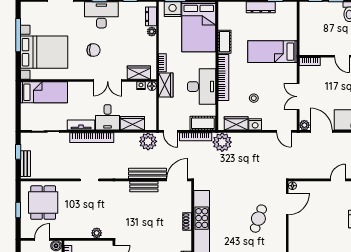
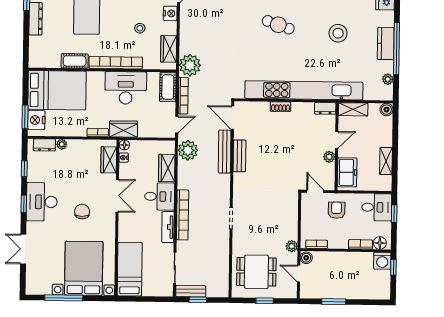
nightstand: (255, 124) -> (170, 13), moved
bench: (25, 164) -> (191, 291), moved
plant: (97, 233) -> (292, 246), moved

